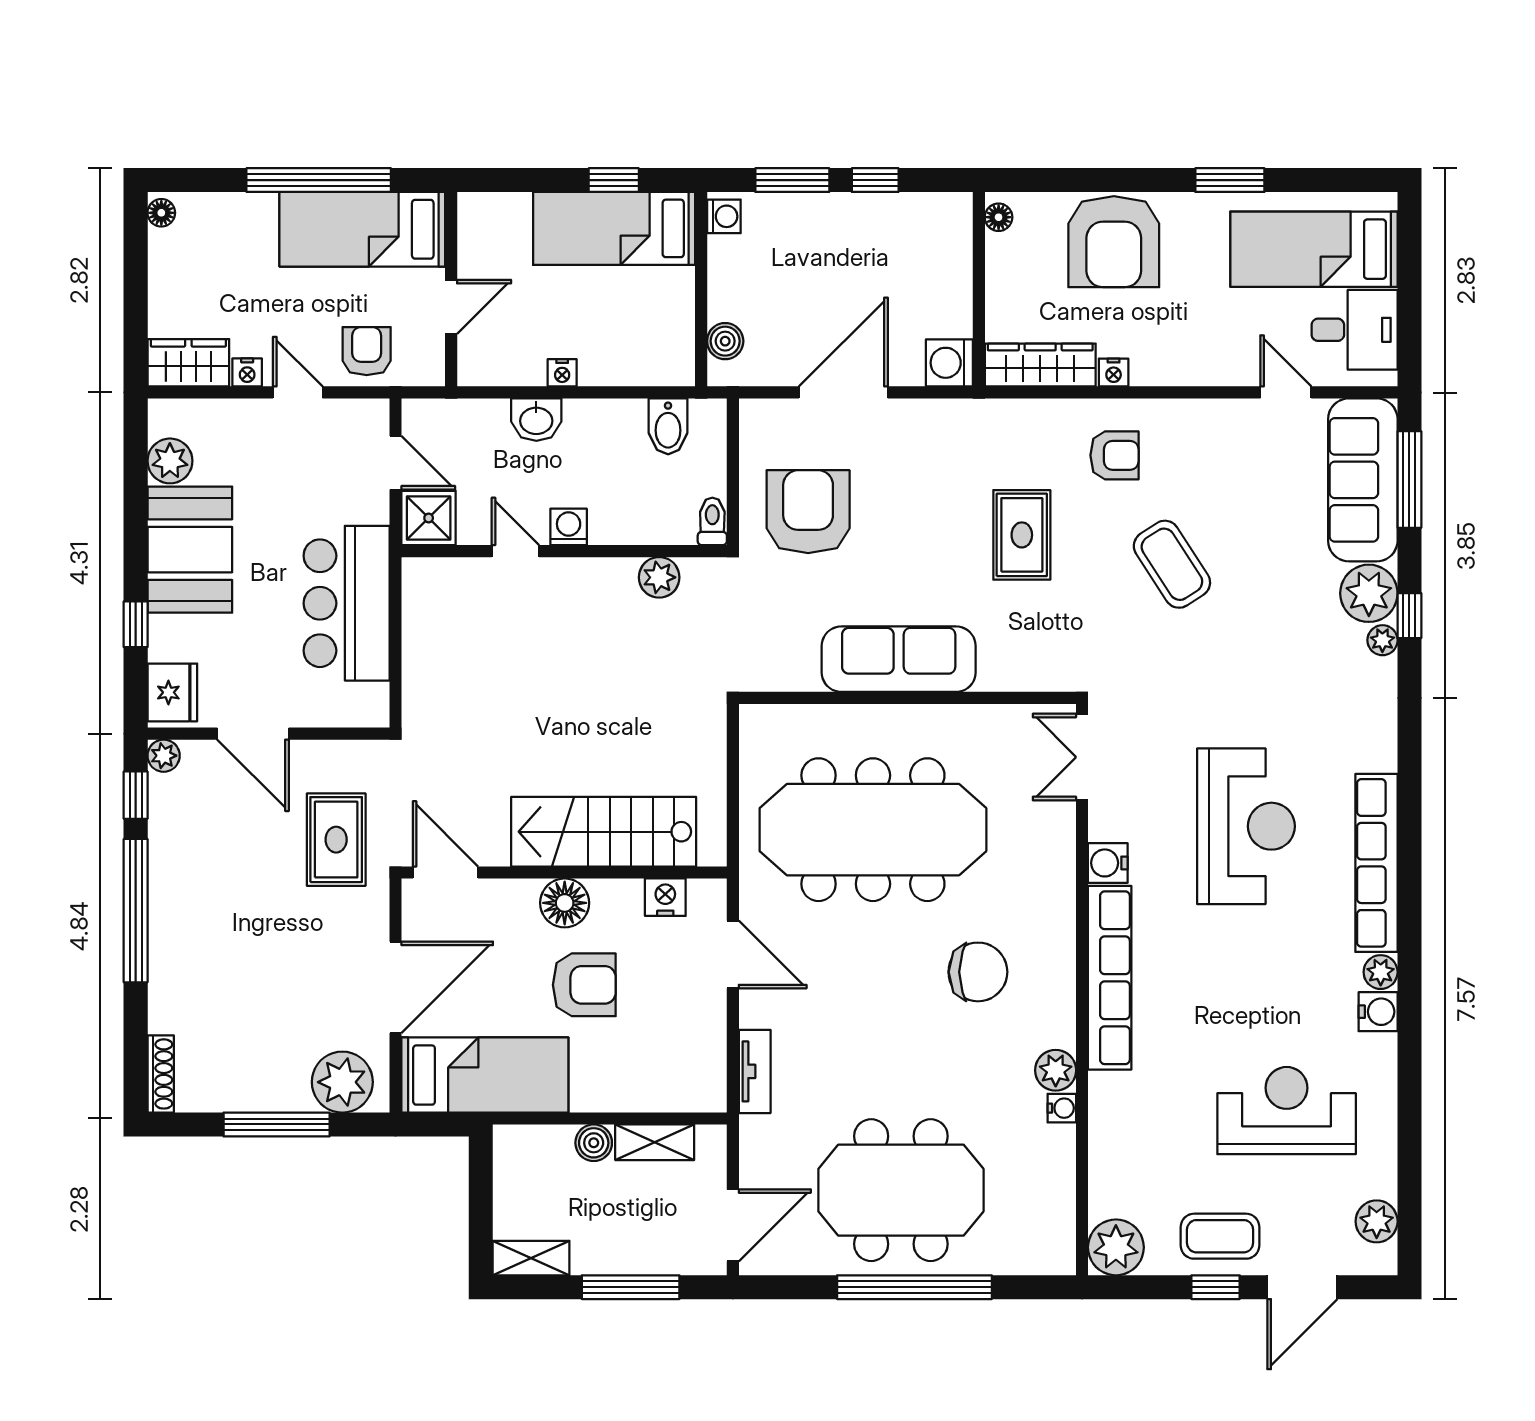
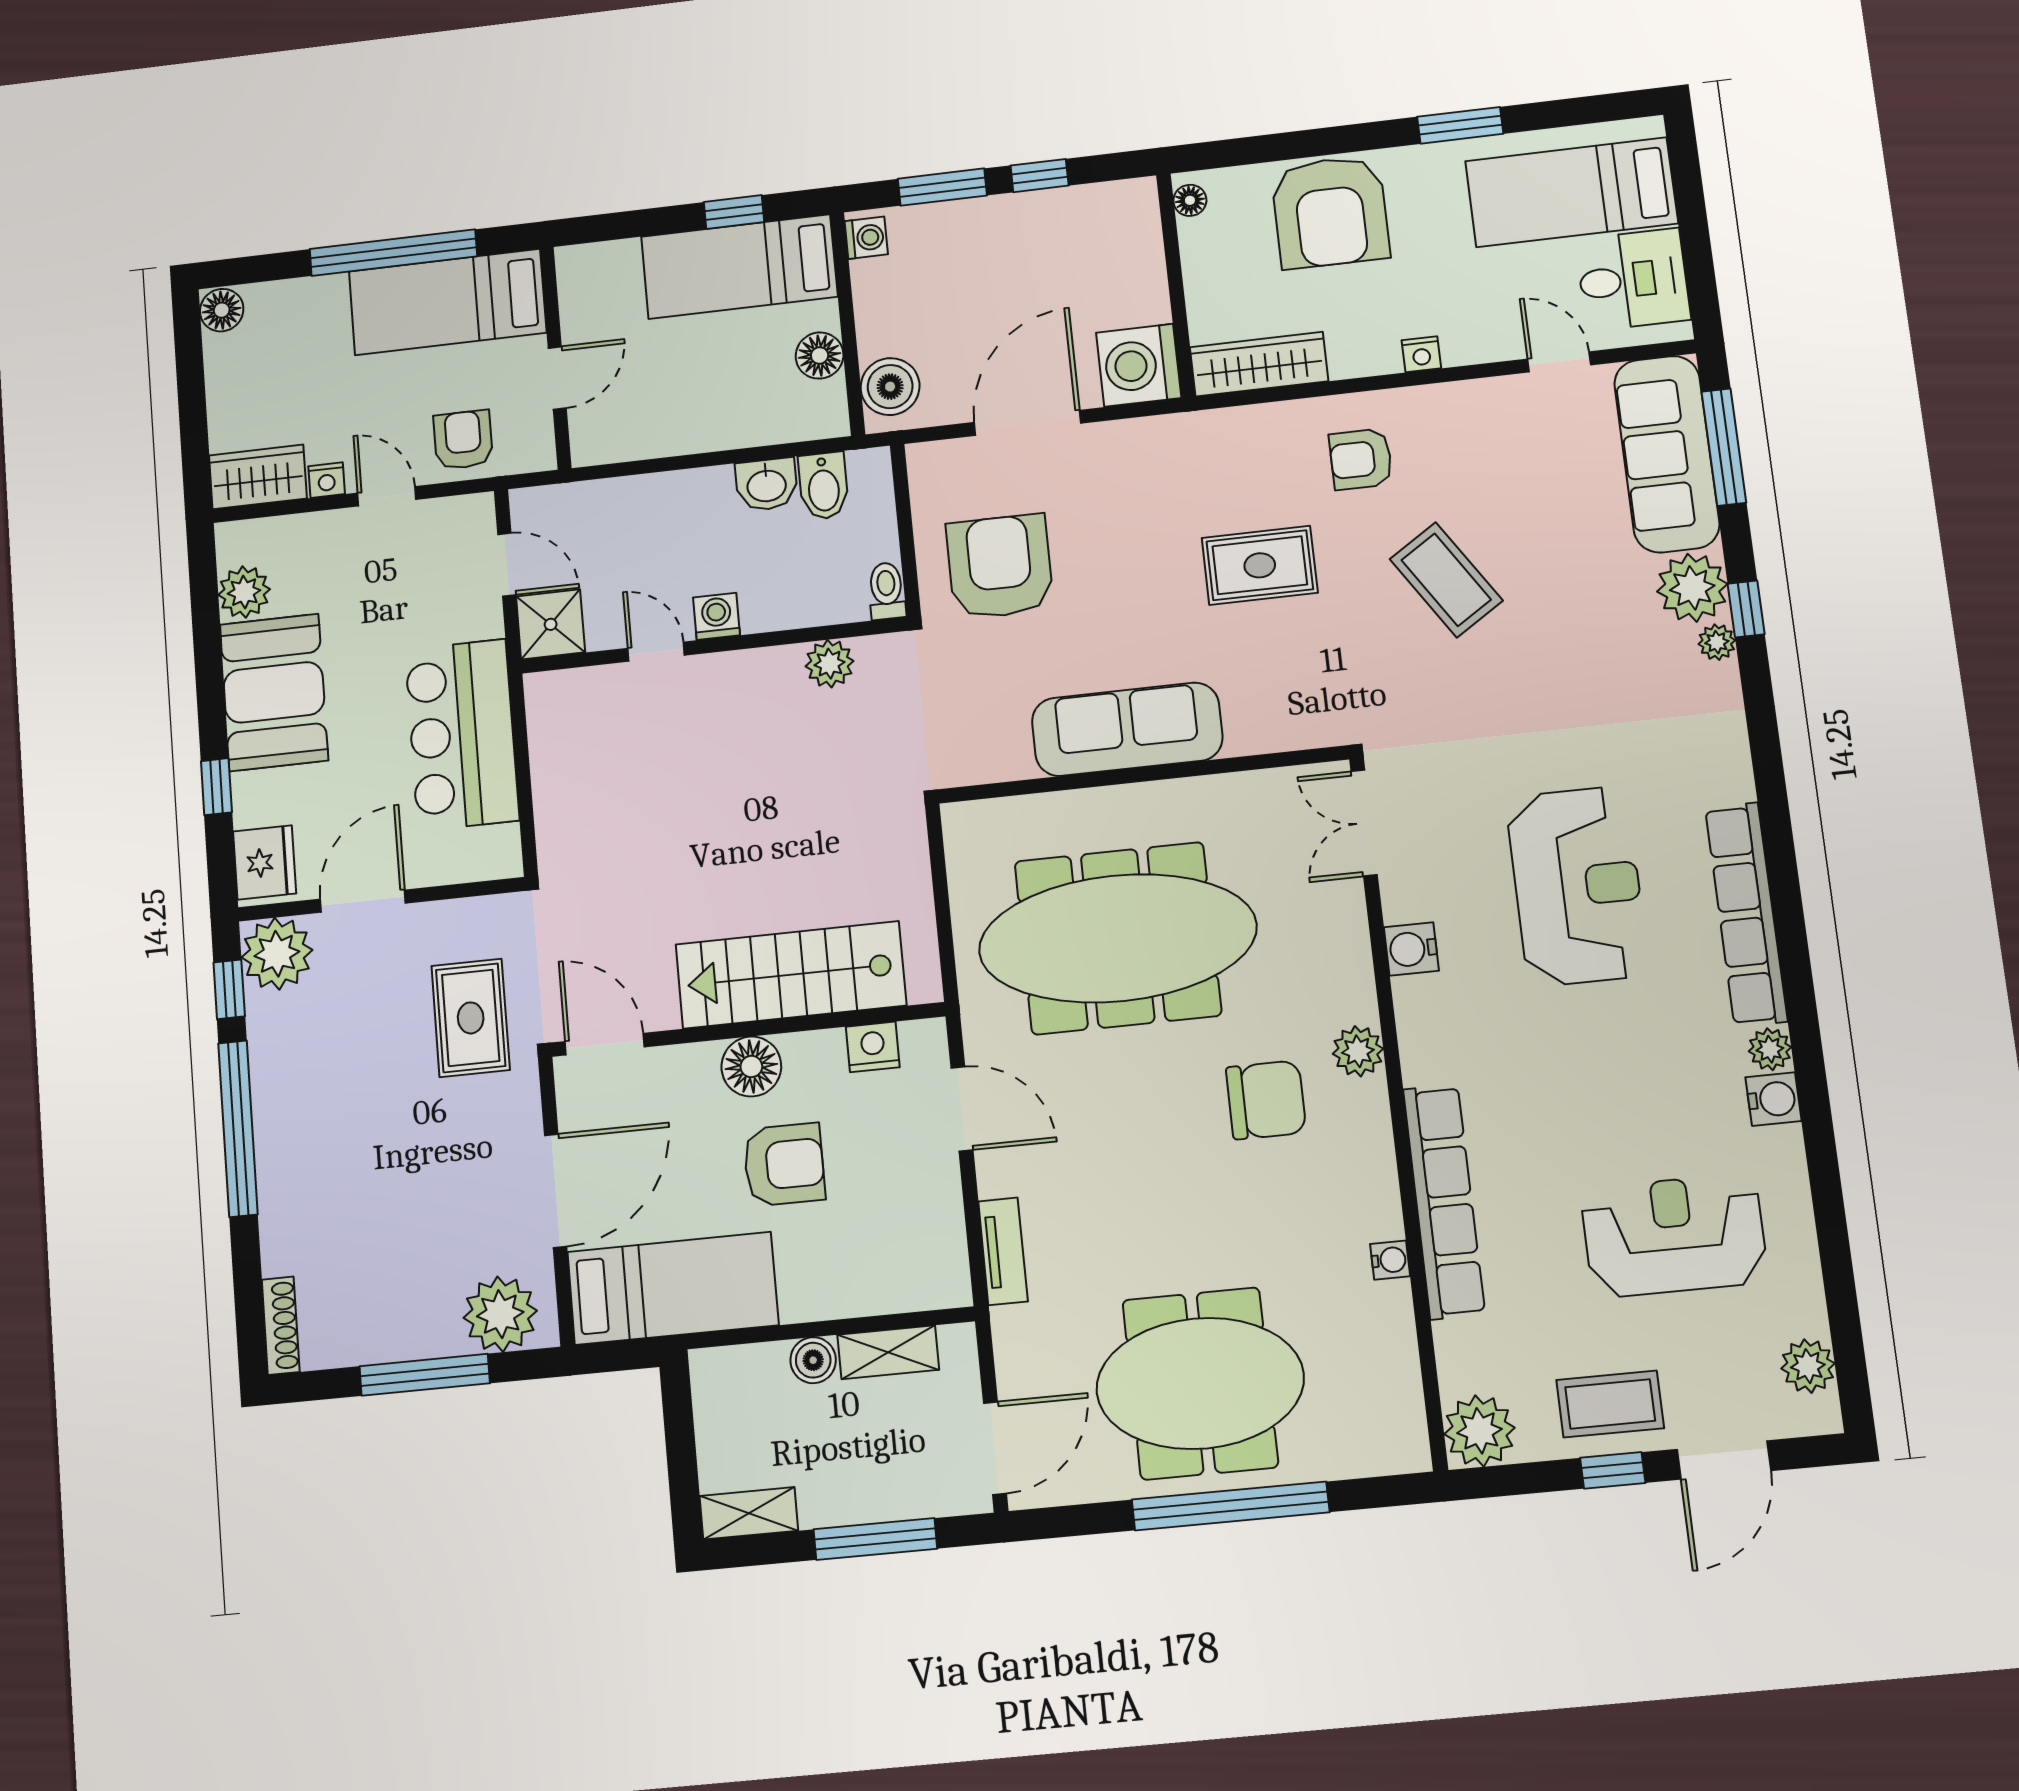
floor lamp: (161, 213) -> (222, 310), width x1.37, depth x1.37
floor lamp: (675, 314) -> (820, 356), added
boiler: (725, 341) -> (890, 387), width x1.36, depth x1.36
washing machine: (949, 363) -> (1139, 365), width x1.37, depth x1.37
nightstand: (1114, 372) -> (1421, 354), moved
nightstand: (562, 373) -> (693, 438), removed
washbasin: (536, 420) -> (767, 485), moved
armchair: (1115, 455) -> (1361, 459), turned 180
rug: (1022, 535) -> (1260, 565), turned 90
door: (253, 734) -> (363, 901), swing flipped
plant: (164, 756) -> (277, 954), width x1.87, depth x1.87
row of seats: (1110, 978) -> (1444, 1201), moved
plant: (1056, 1070) -> (1358, 1051), moved

